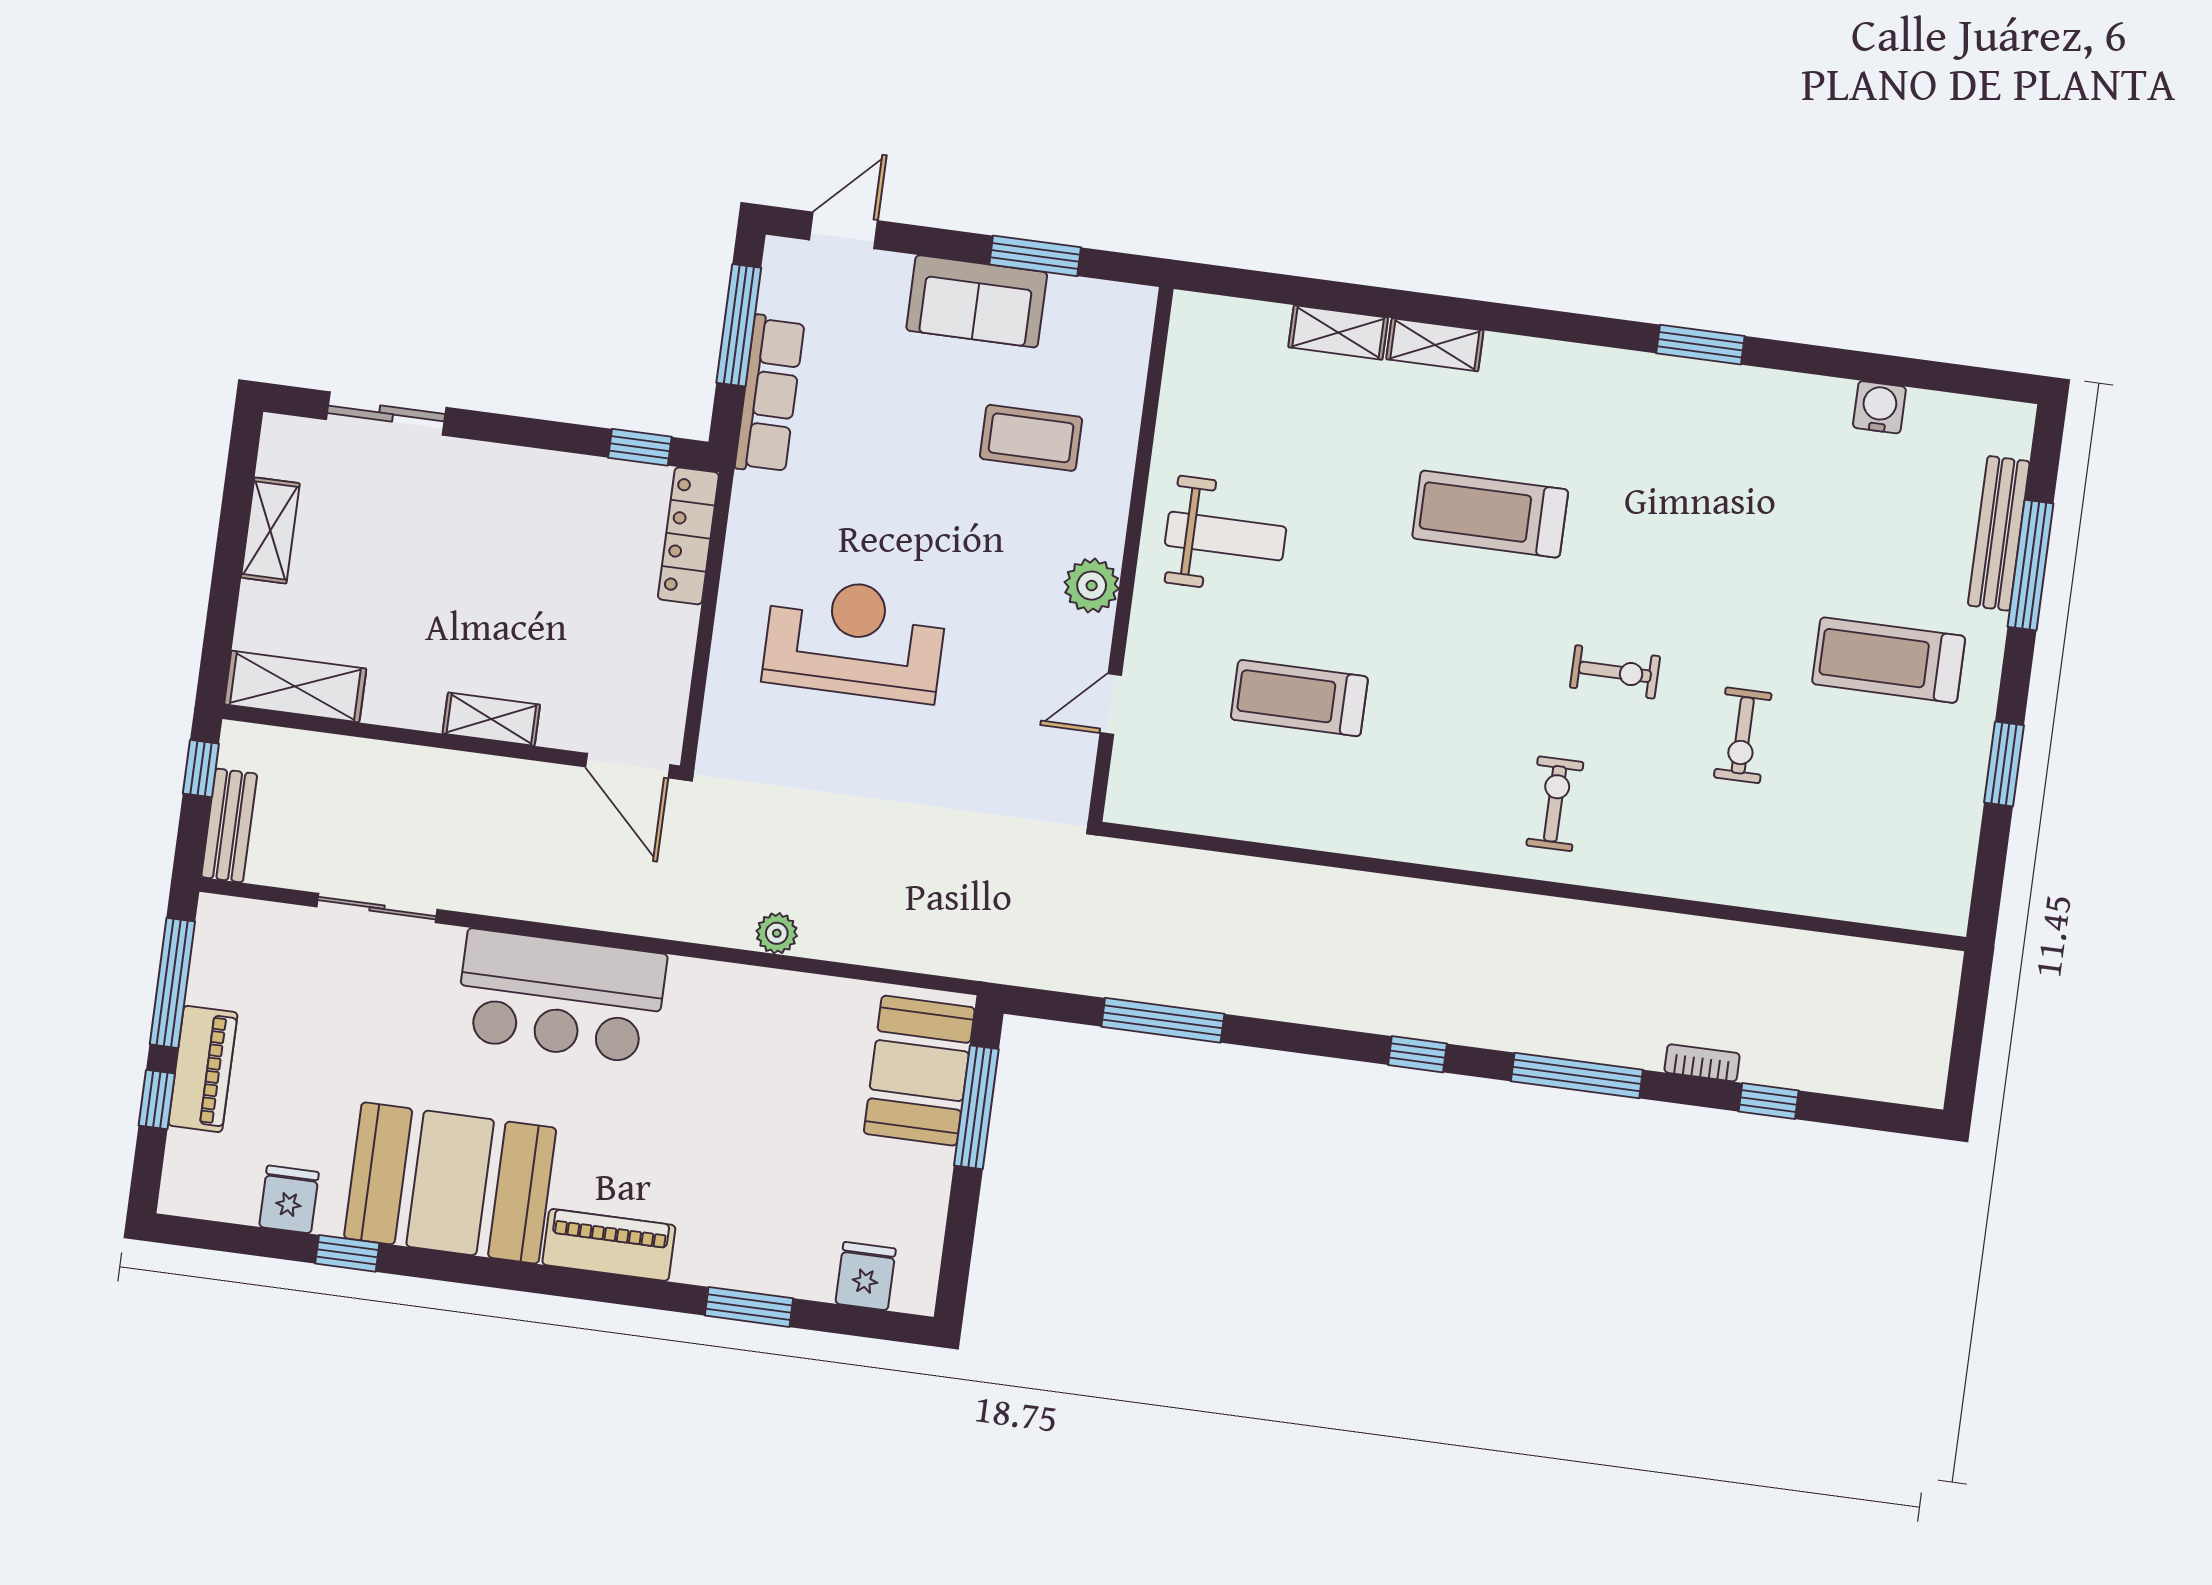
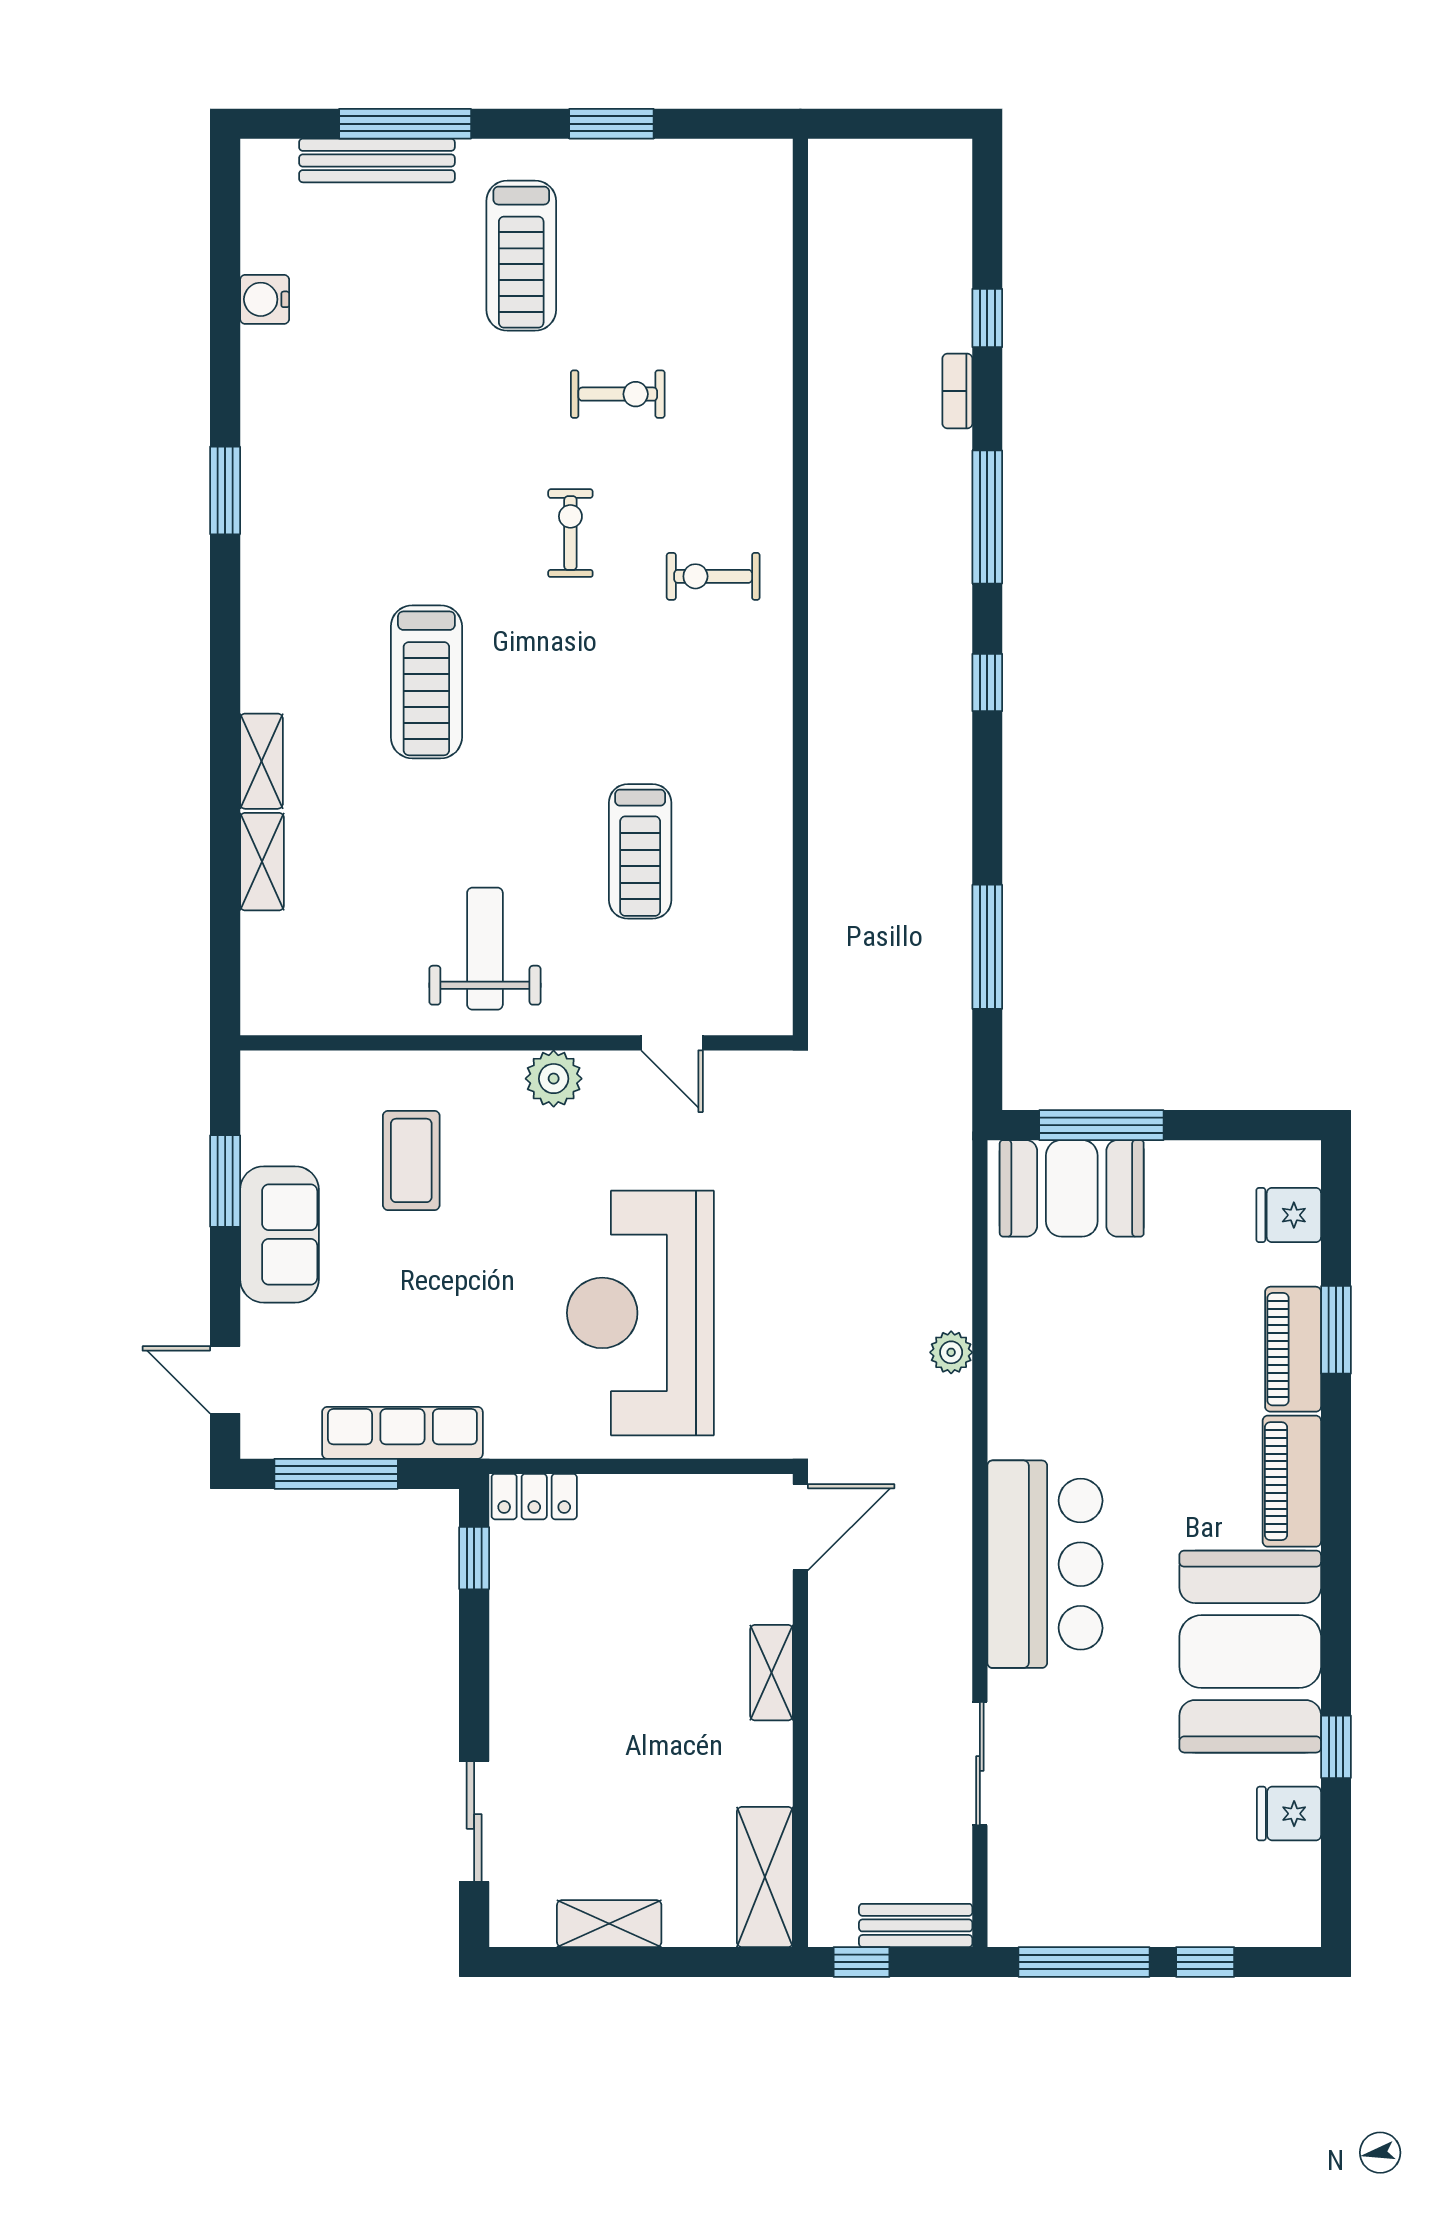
locker: (688, 536) -> (534, 1497), width x0.66
reception desk: (855, 639) -> (640, 1313), width x1.36, depth x1.30
piano: (203, 1069) -> (1293, 1349), moved, turned -90

